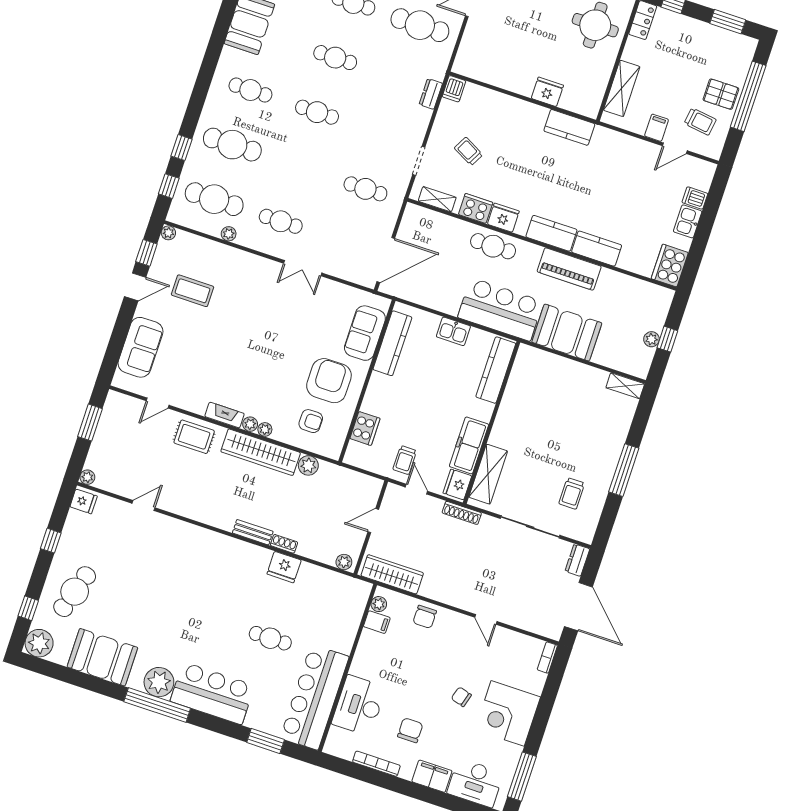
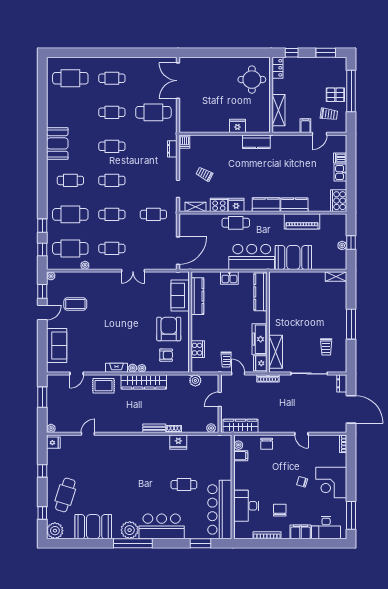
cafe table: (299, 167) -> (112, 214), added
piano: (569, 269) -> (302, 221), moved
plant: (308, 465) -> (195, 380), moved

